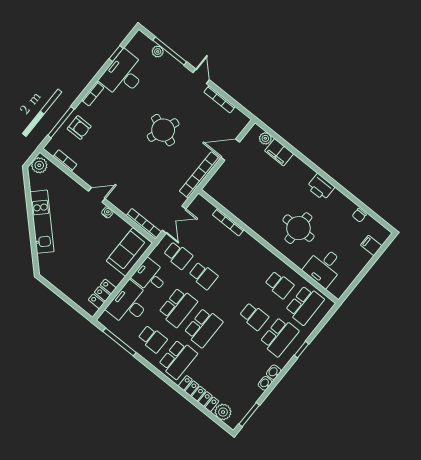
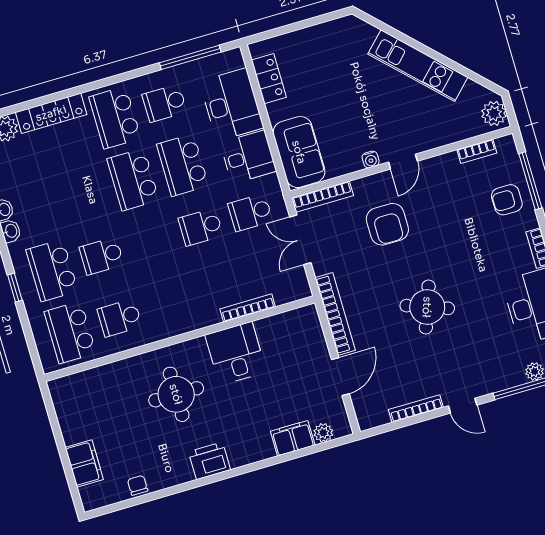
armchair: (135, 180) -> (387, 224), added
filing cabinet: (371, 246) -> (84, 463), width x2.00
desk: (324, 267) -> (236, 353), moved

